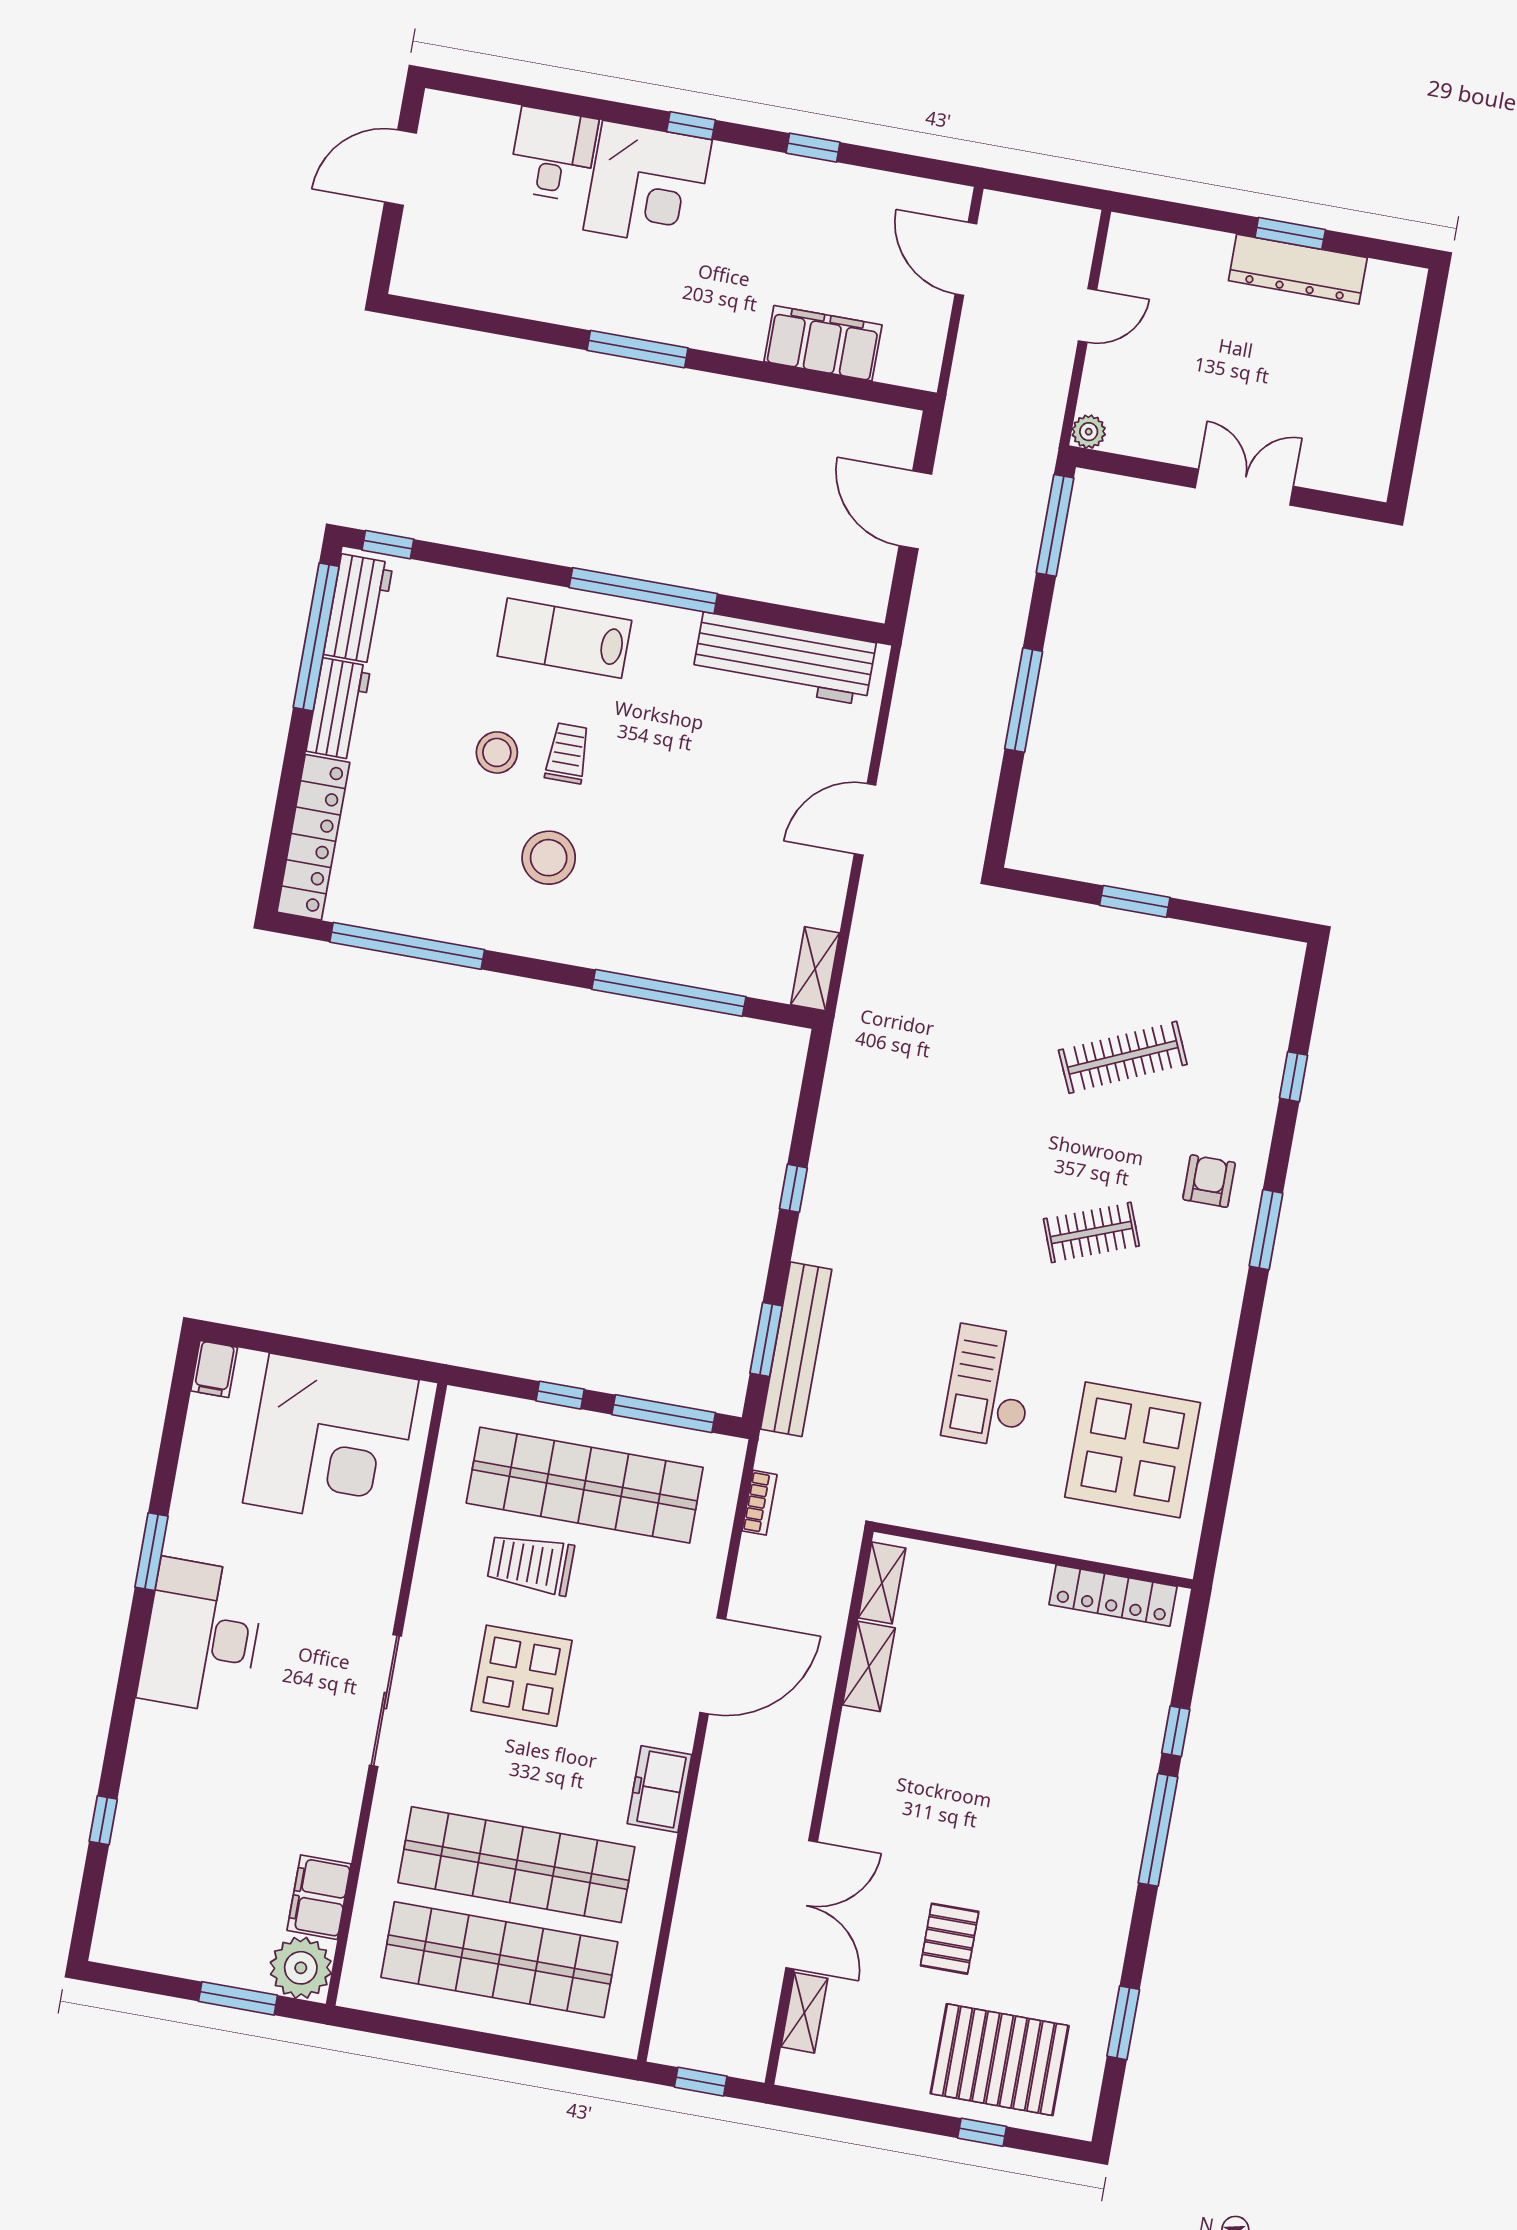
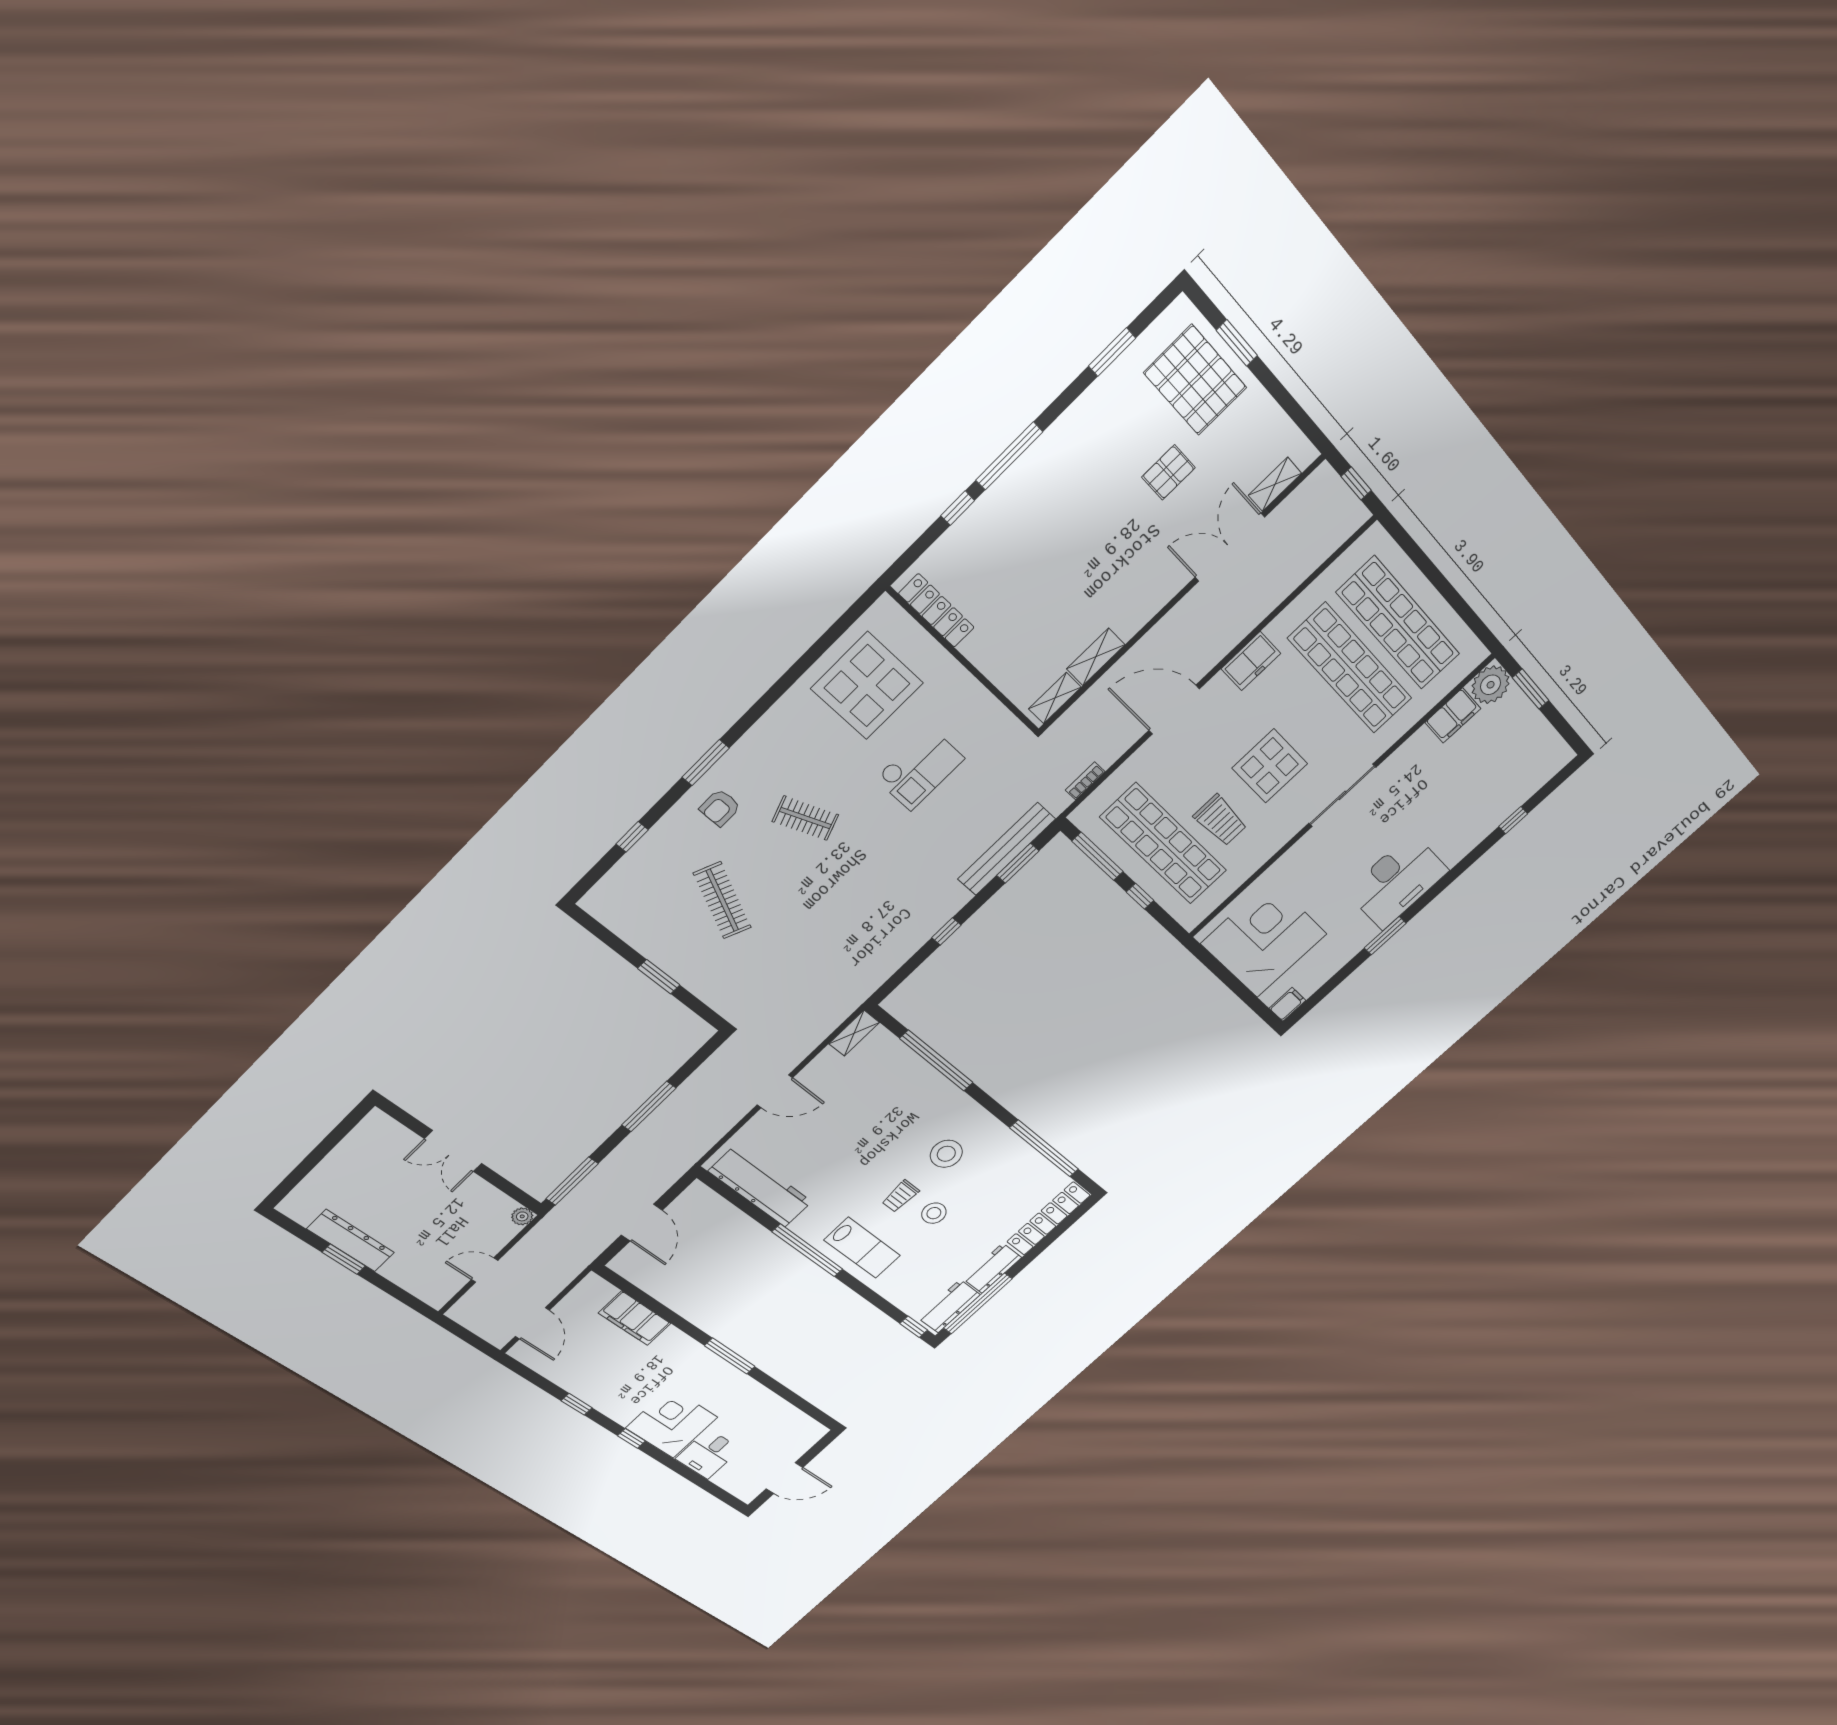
clothes rail: (1123, 1057) -> (722, 900), turned 48
window: (982, 2132) -> (1237, 343), width x1.50

